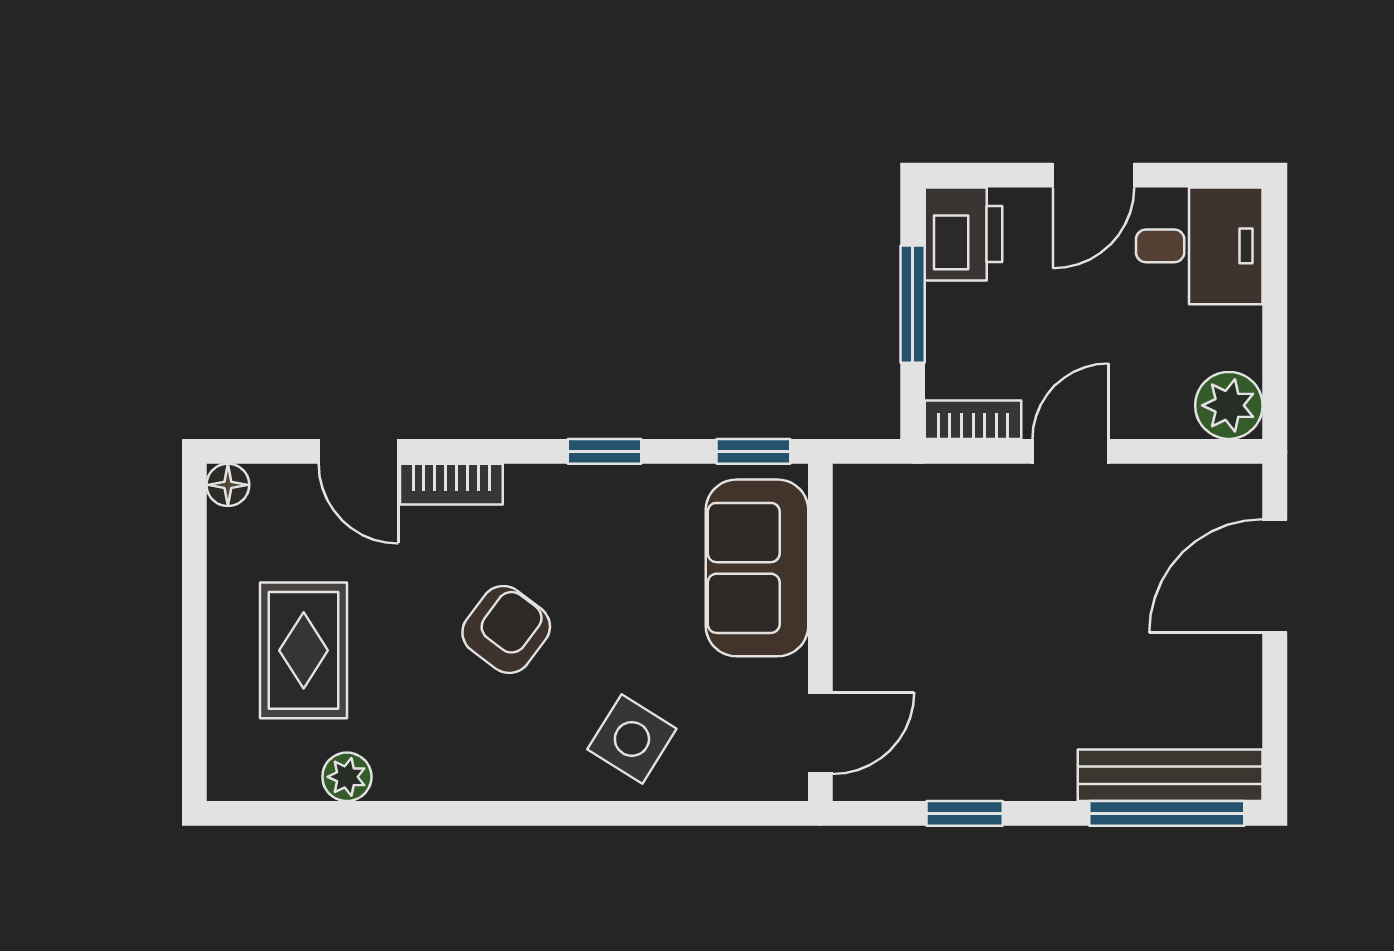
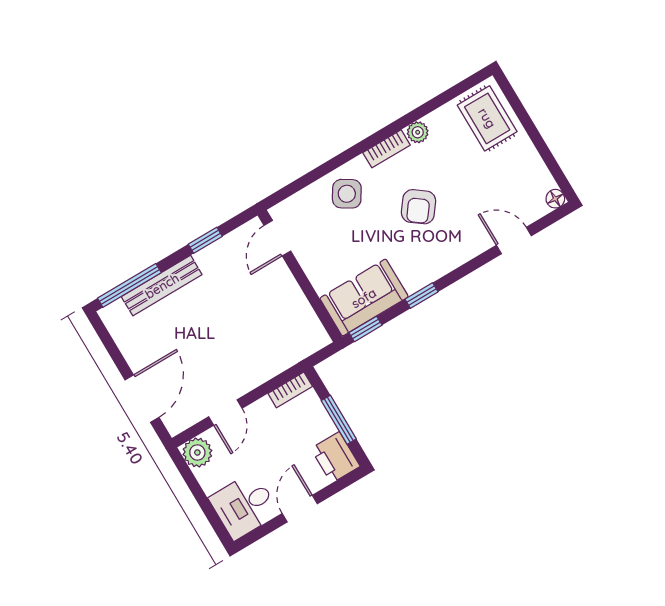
door: (1070, 451) -> (225, 412), moved
bookcase: (451, 484) -> (387, 149), moved, turned 180
sofa: (757, 568) -> (364, 298), moved, turned -90
rug: (304, 650) -> (487, 118), moved
bench: (1170, 775) -> (162, 286), moved
plant: (347, 777) -> (418, 132), moved

